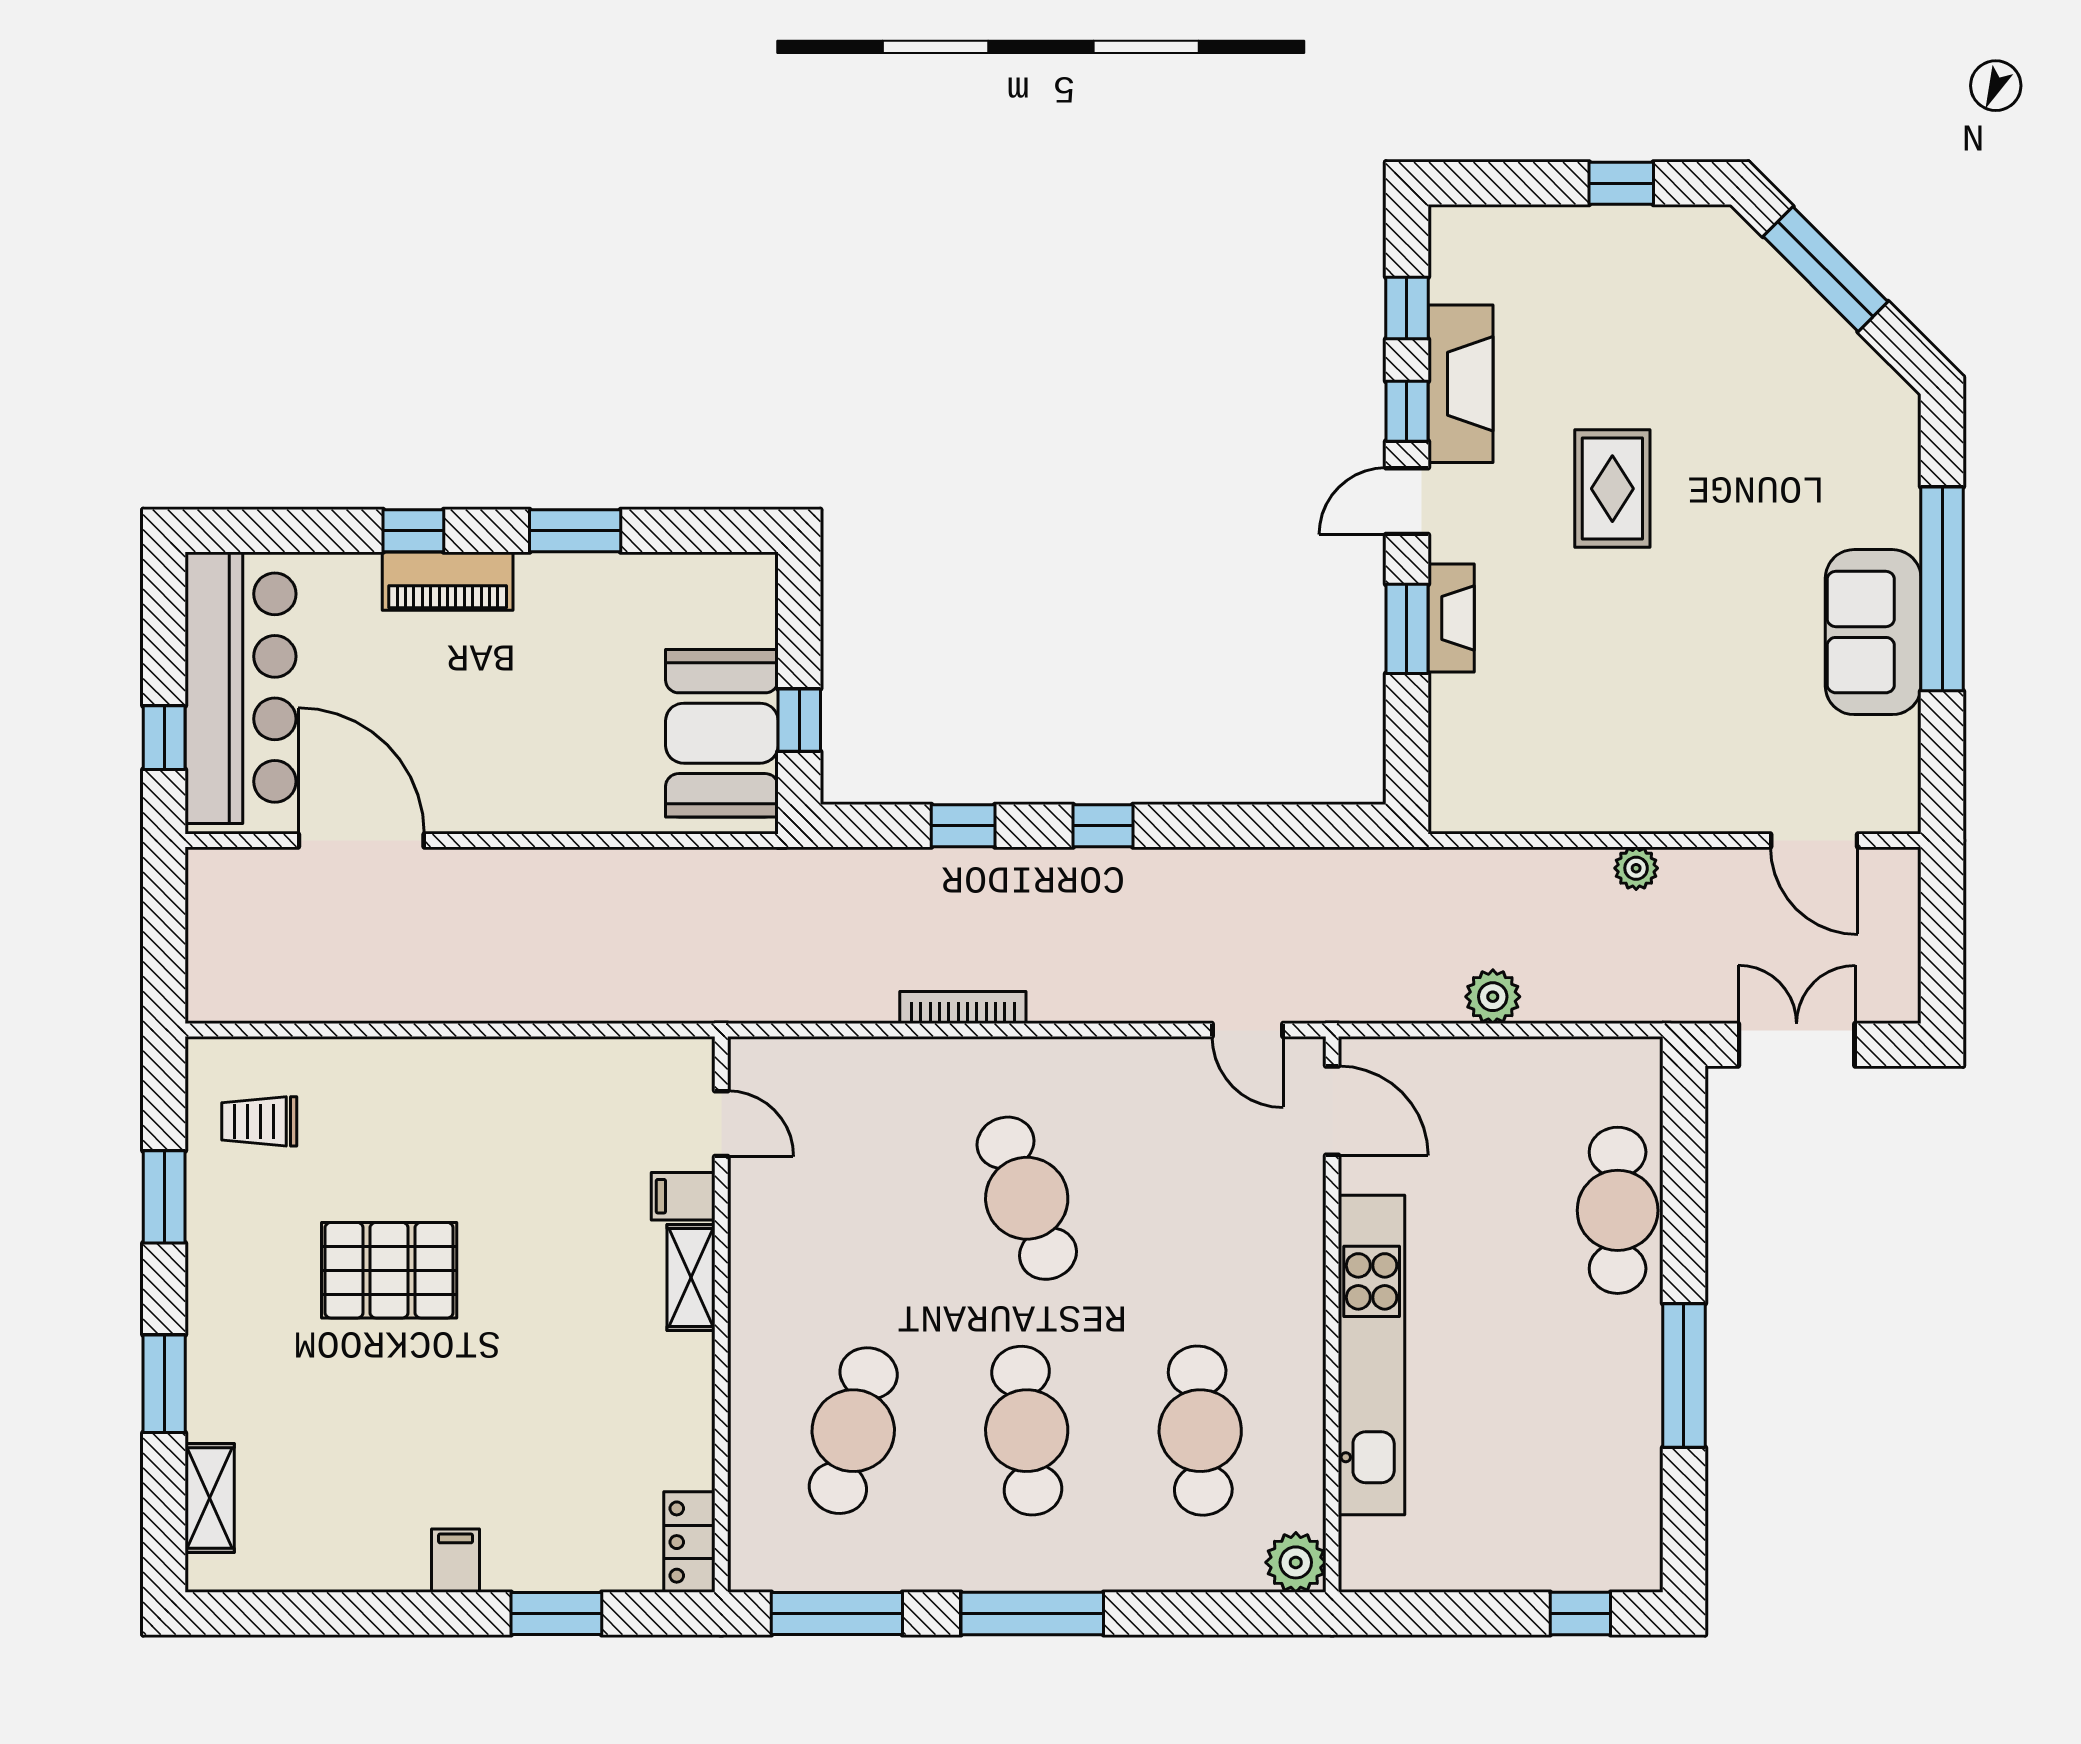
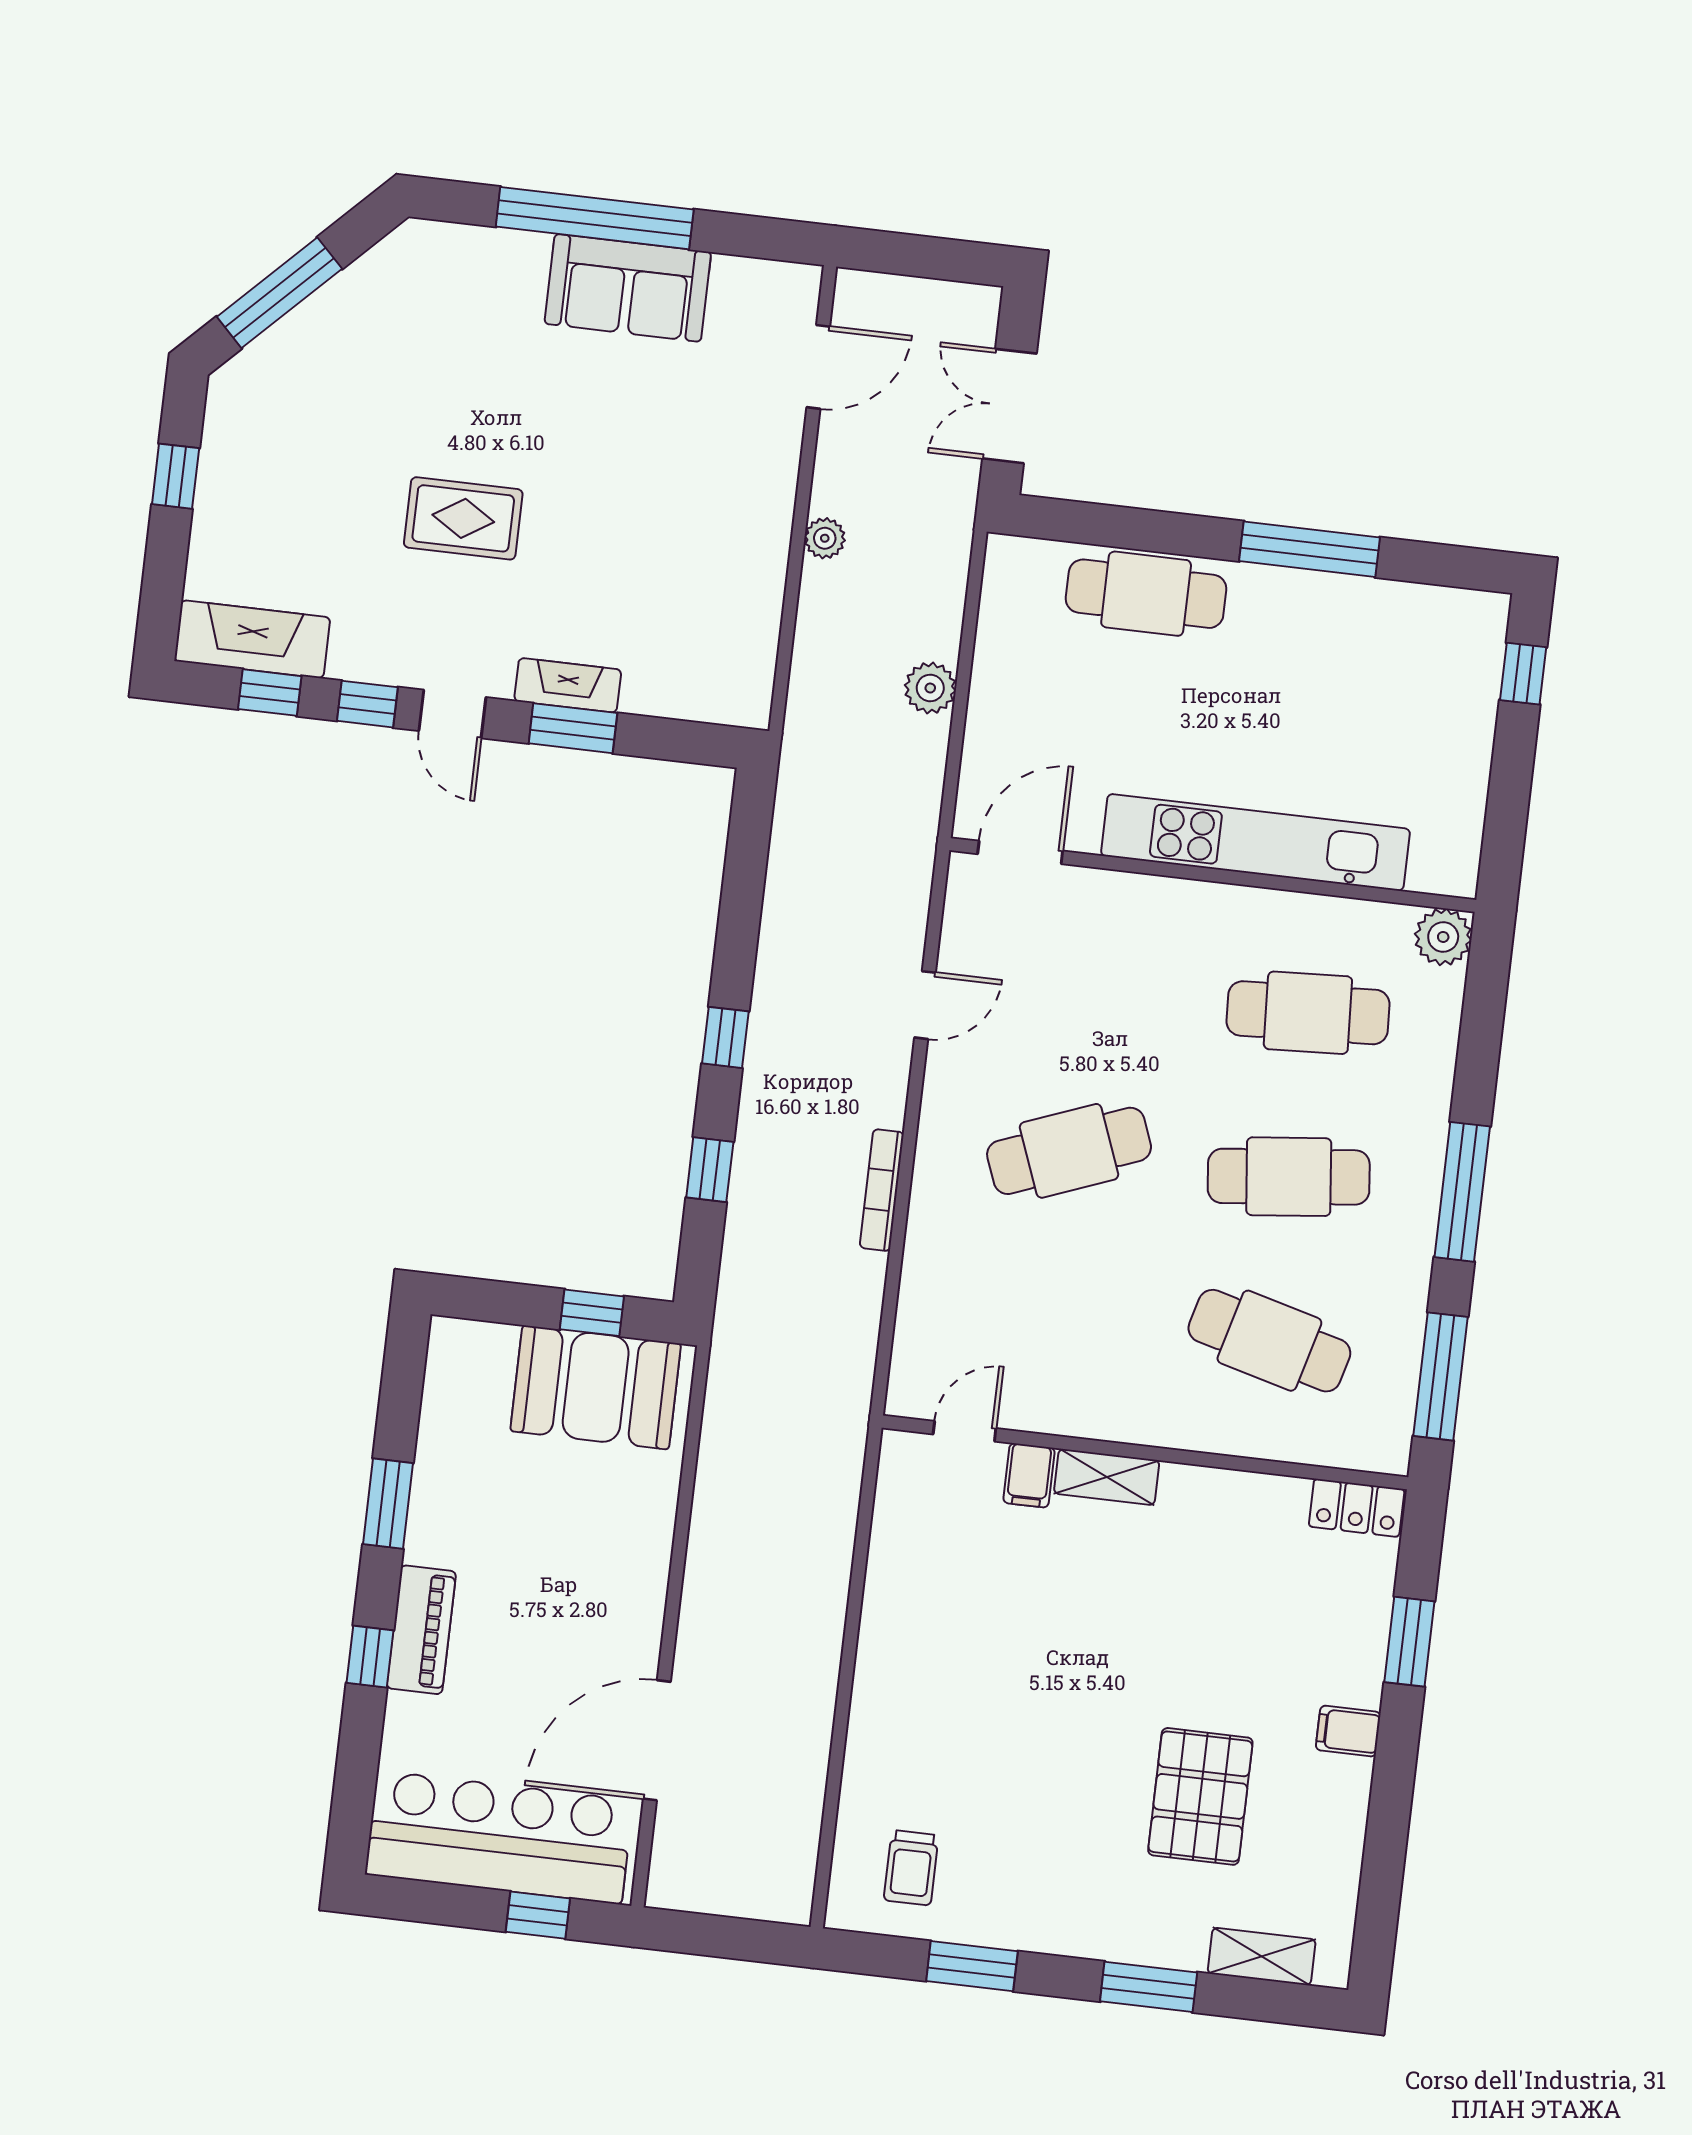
fireplace: (1460, 384) -> (252, 639), moved
door: (1247, 1030) -> (925, 1005), moved
pallet: (389, 1270) -> (1200, 1796), moved

